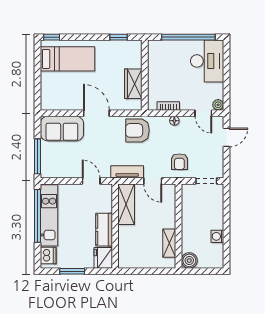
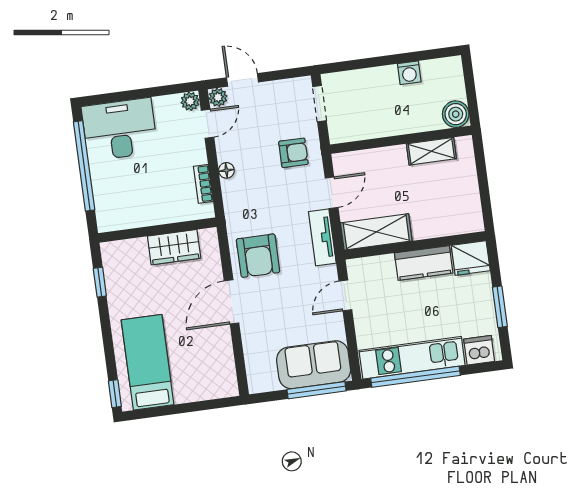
plant: (218, 122) -> (218, 97), added
sofa: (62, 129) -> (314, 365), moved, turned -90
armchair: (137, 130) -> (258, 256), moved

